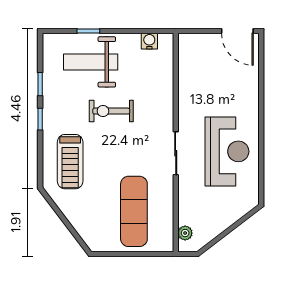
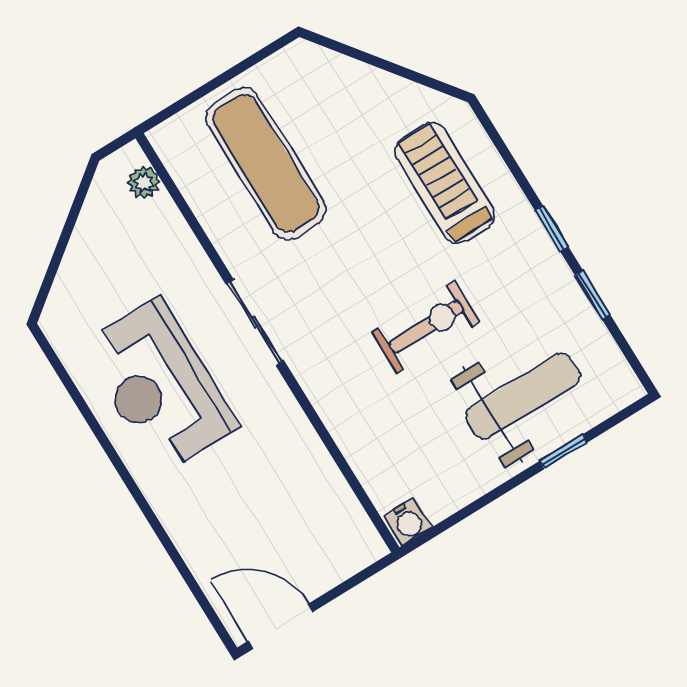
water cooler: (149, 41) -> (408, 522), moved

